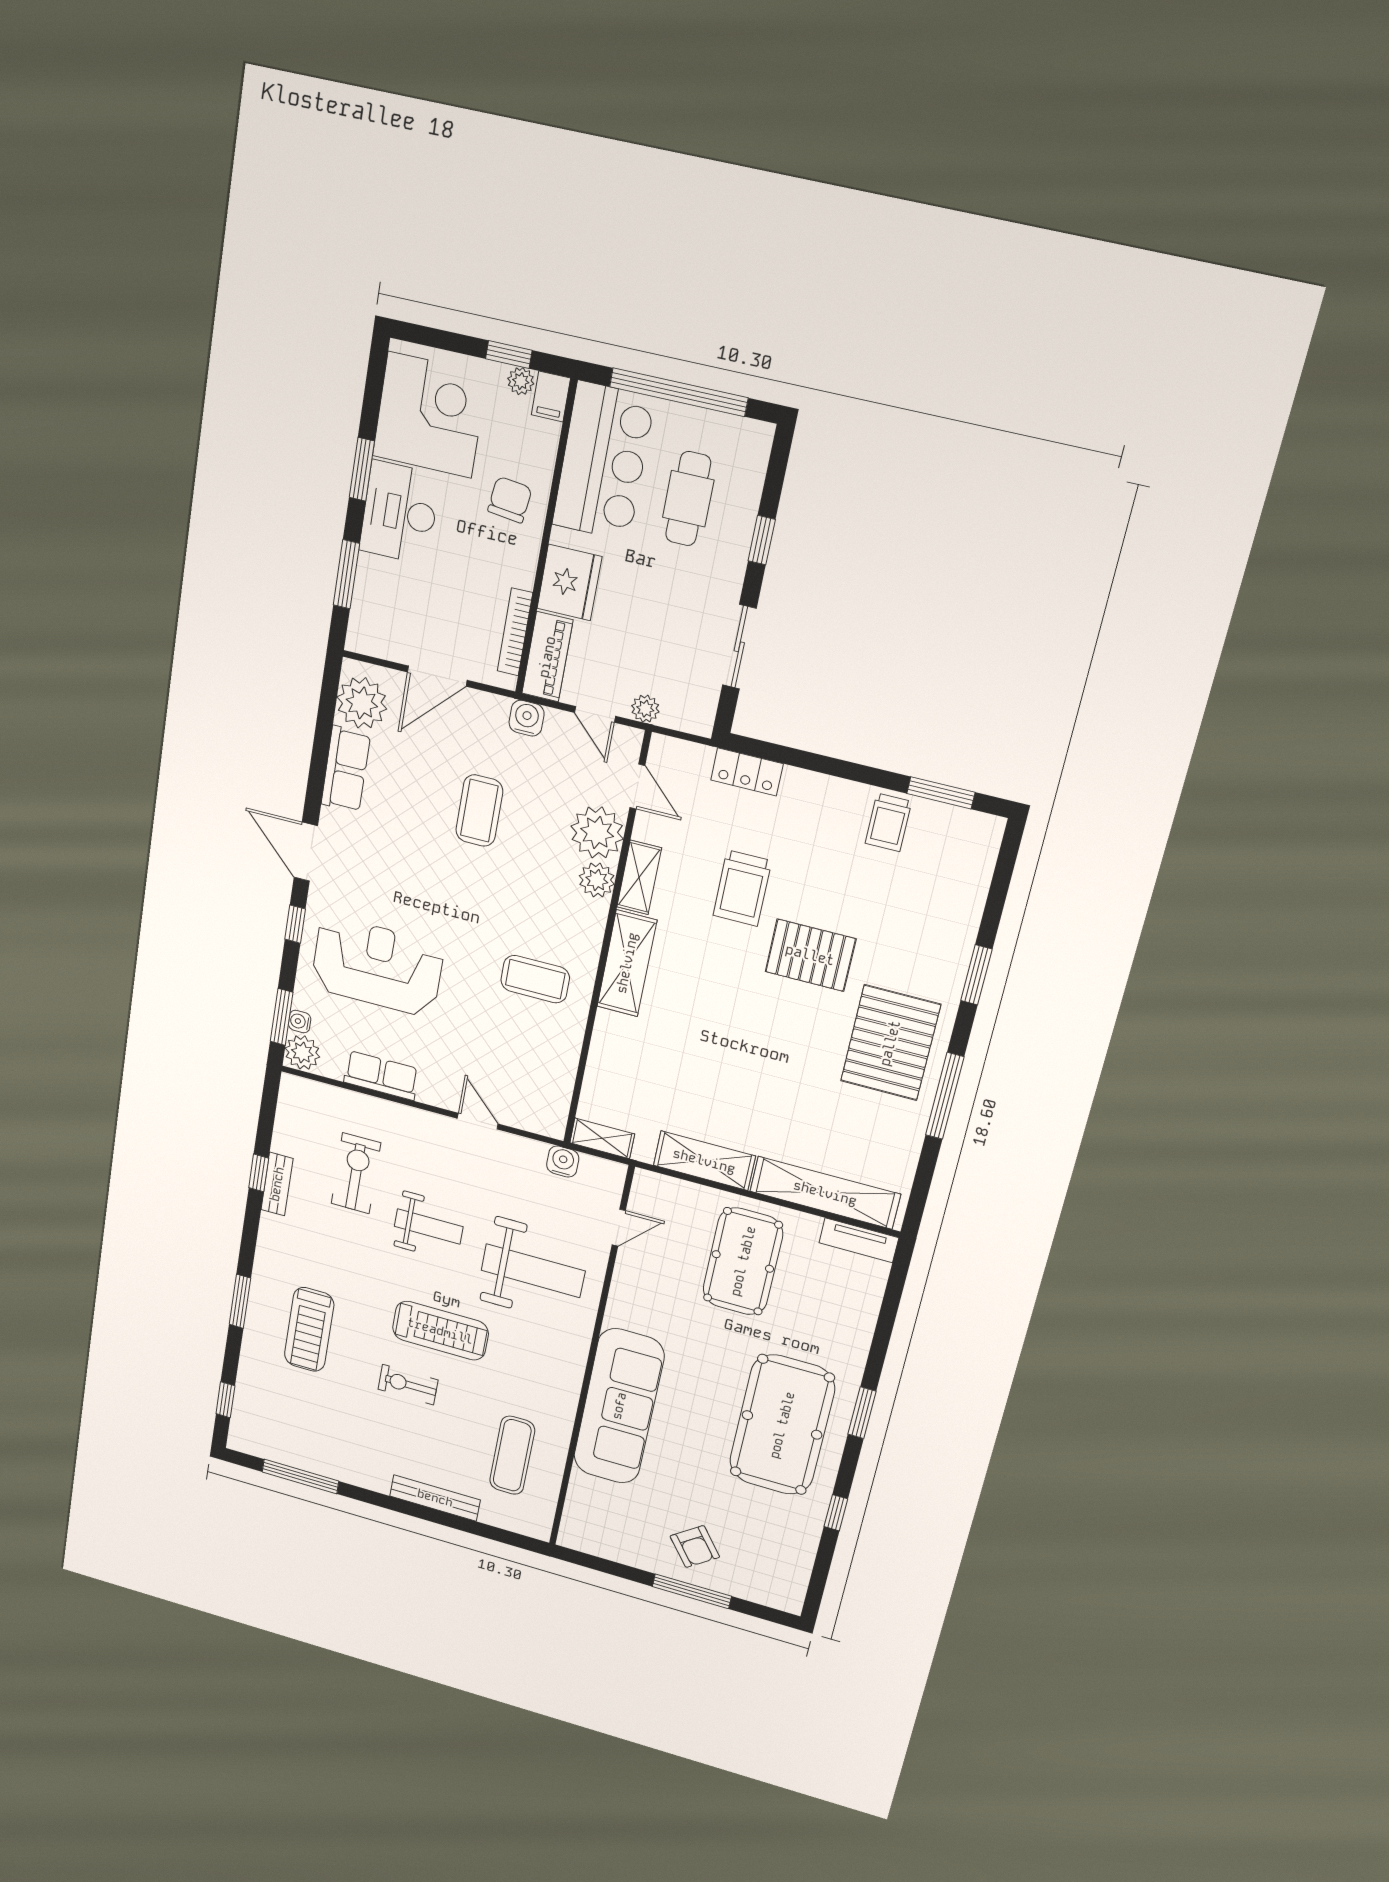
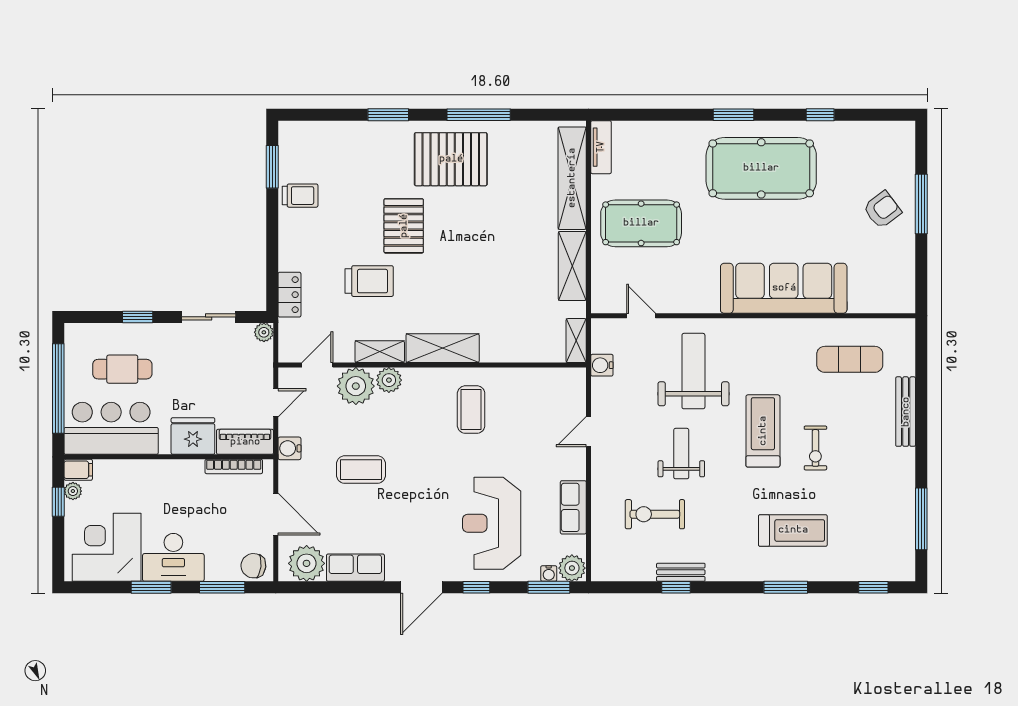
chair: (510, 500) -> (253, 566), moved
plant: (645, 709) -> (264, 332), moved

